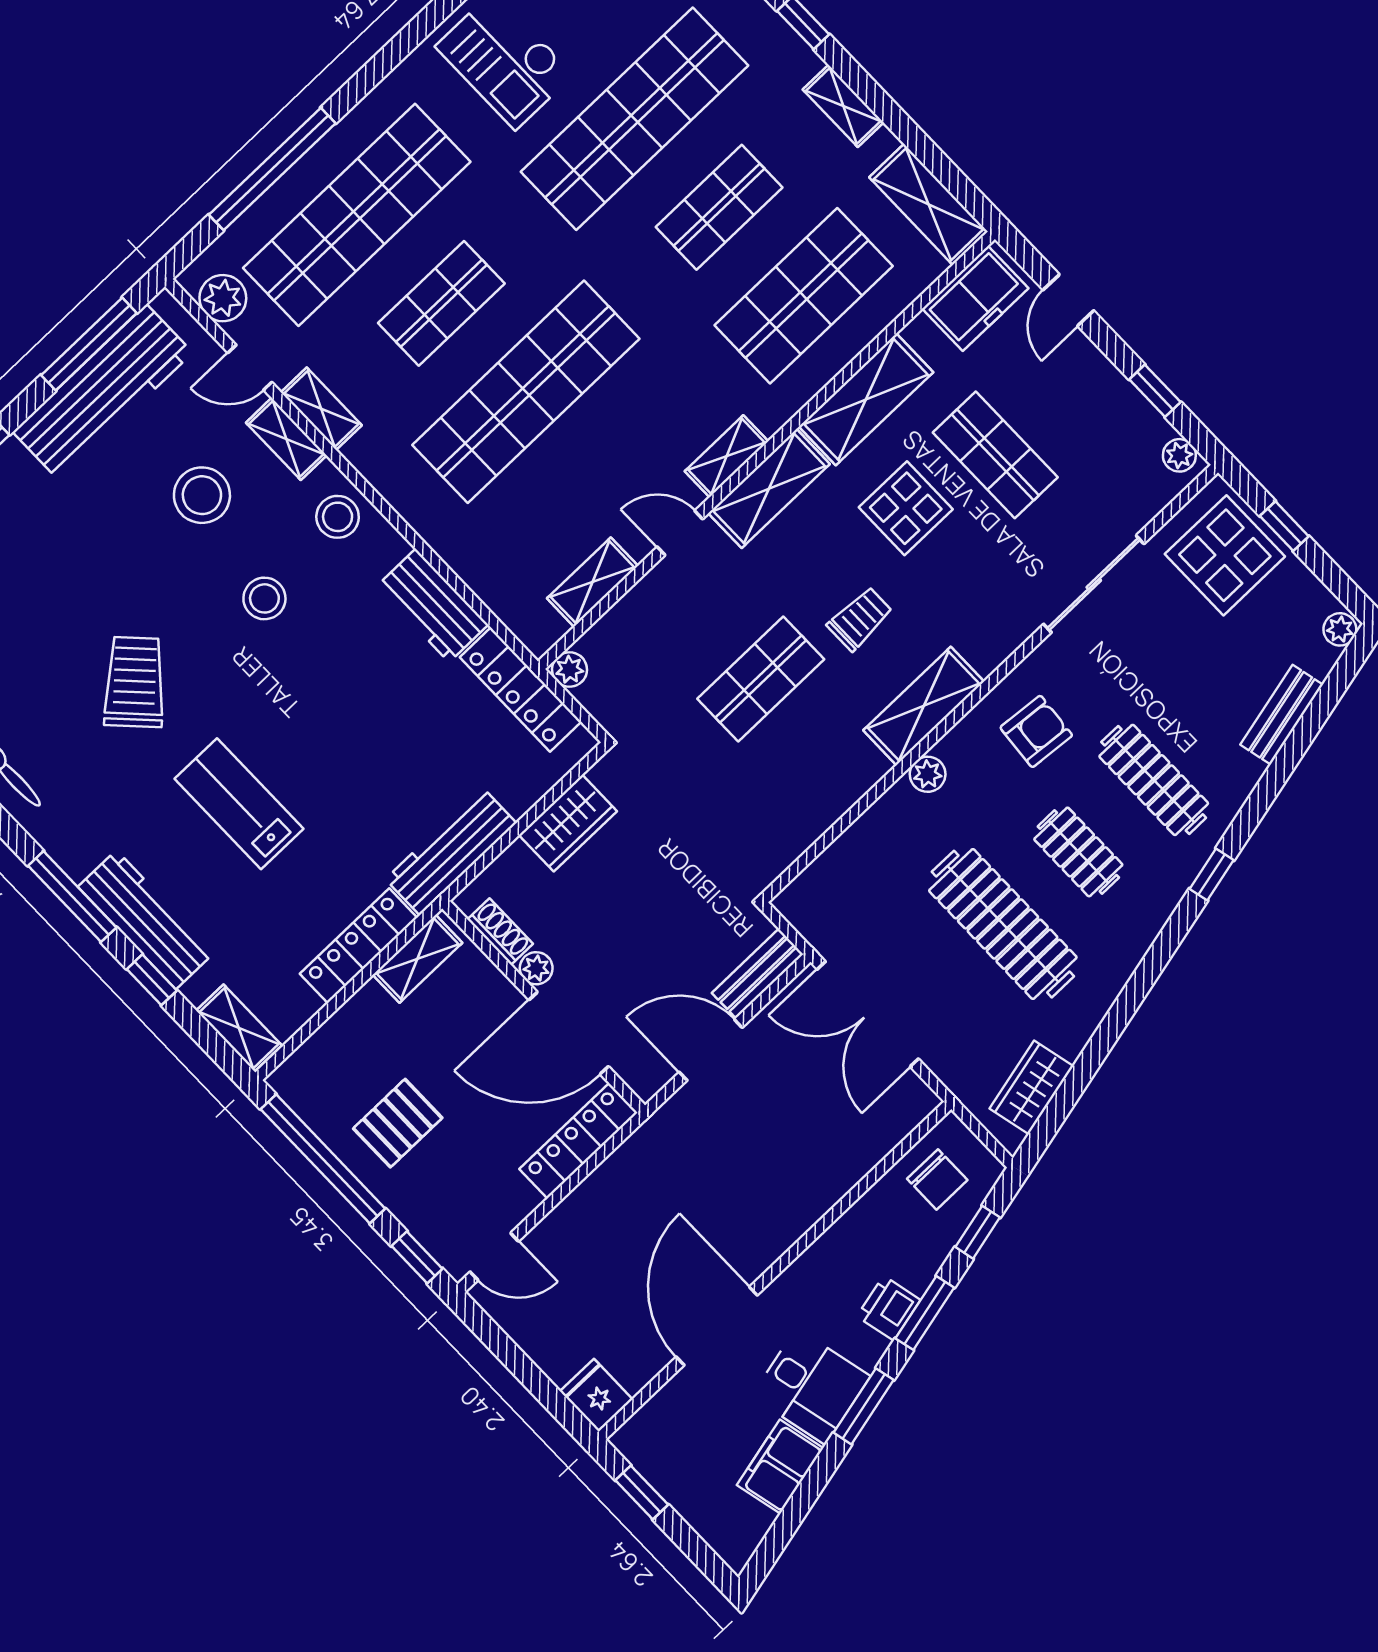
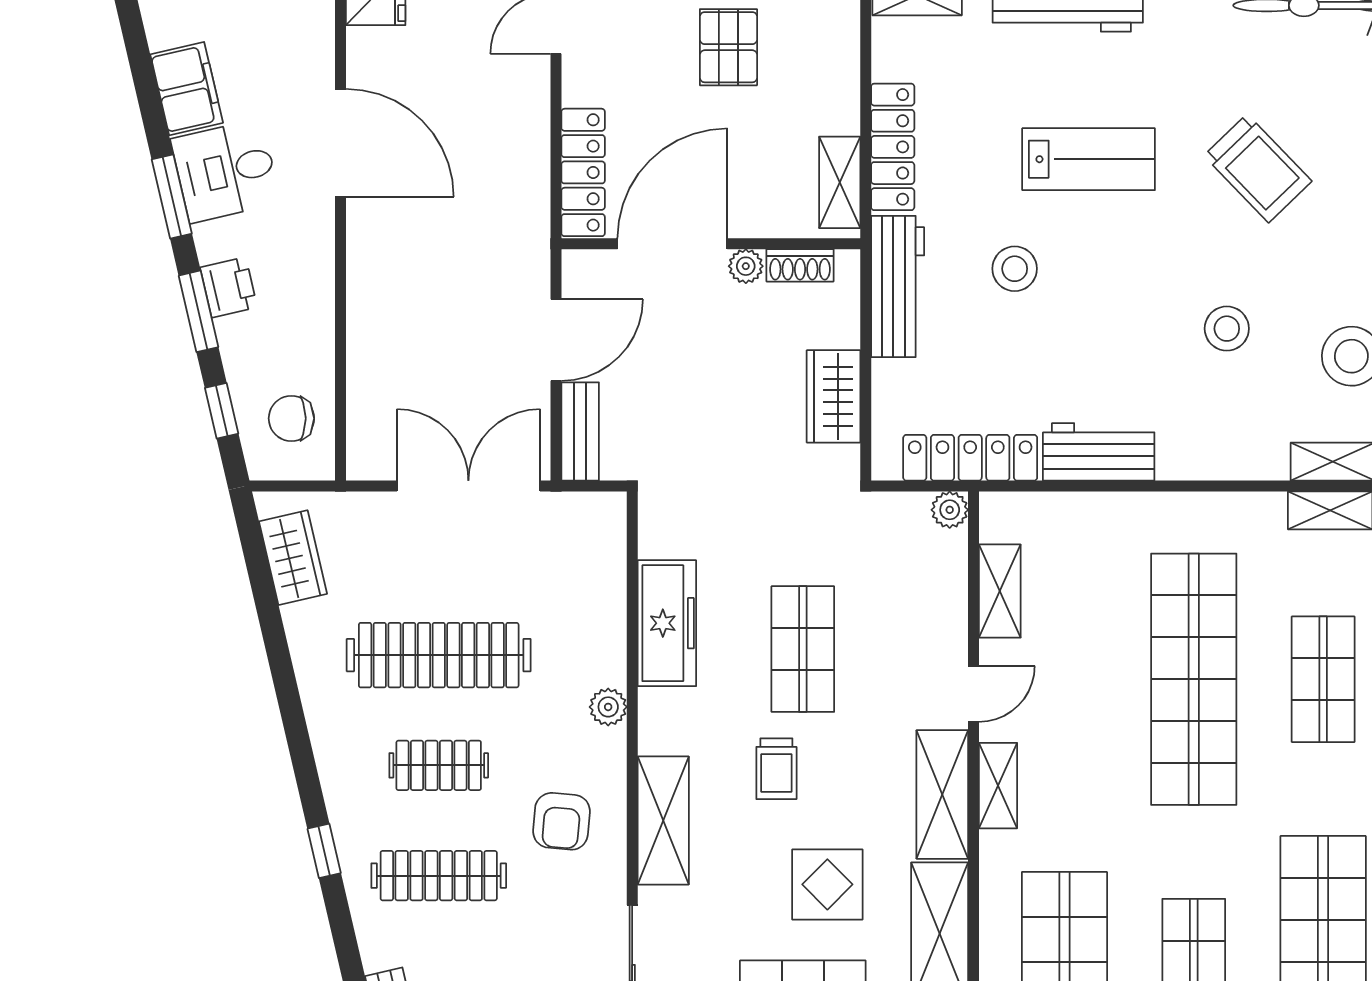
stool: (338, 517) -> (1015, 269), moved
shelving: (924, 706) -> (663, 821), moved
freezer: (832, 789) -> (667, 623), added

